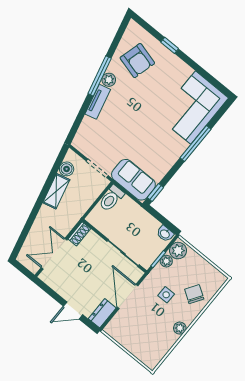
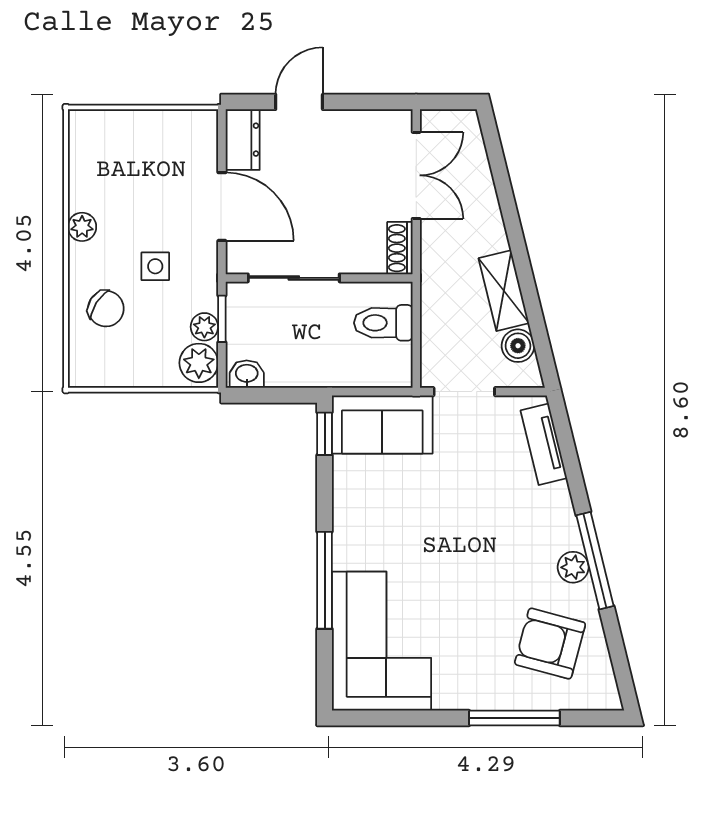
window: (170, 45) -> (514, 718), width x2.17
tv unit: (98, 102) -> (544, 444), moved
toilet: (111, 198) -> (383, 323), moved, turned -90

